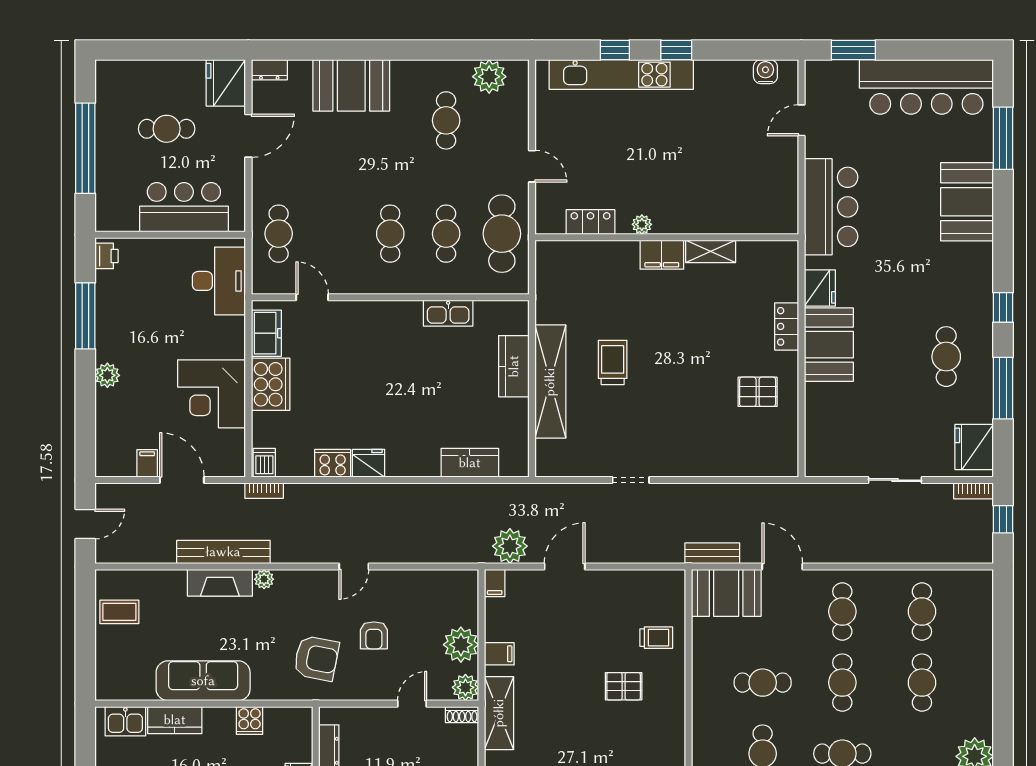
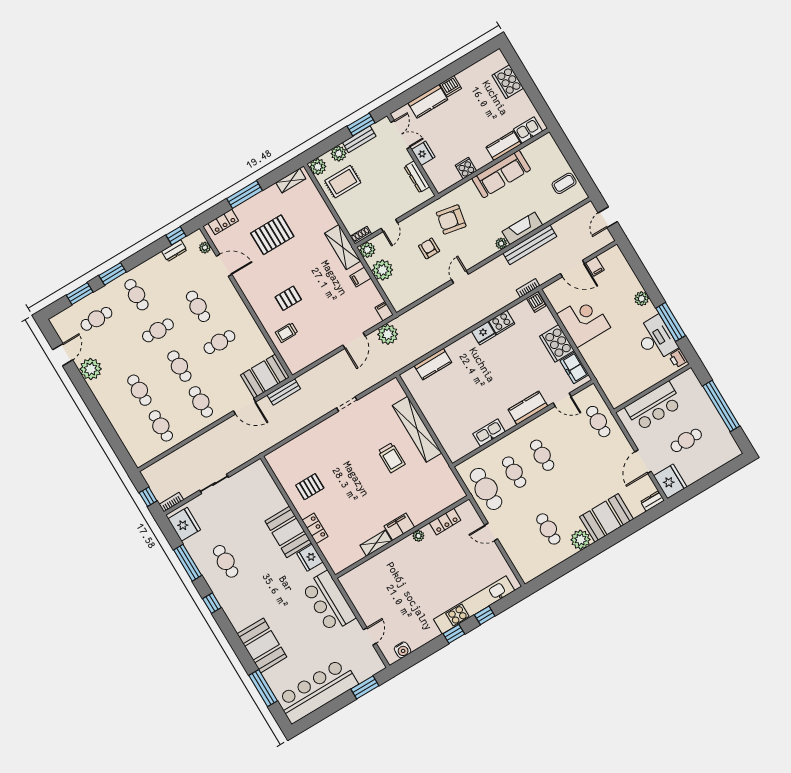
plant: (489, 77) -> (581, 540), moved
desk: (219, 281) -> (656, 339), moved, turned 180
kitchen counter: (514, 366) -> (528, 408), moved, turned -90

